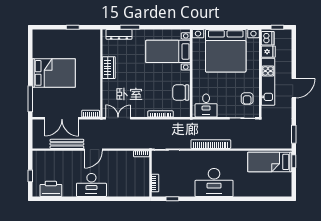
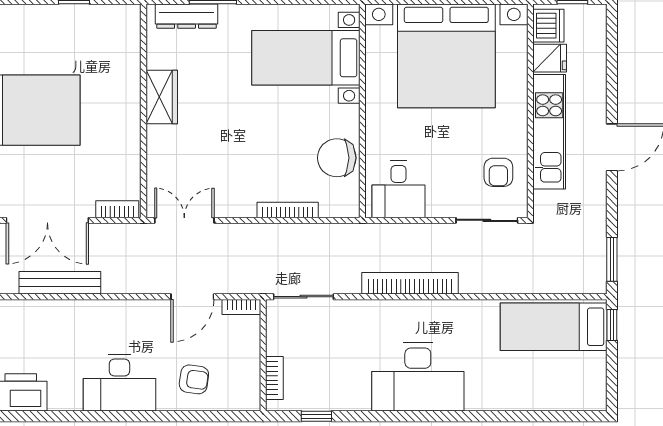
door: (93, 150) -> (192, 297), moved
armchair: (122, 184) -> (194, 379), added

